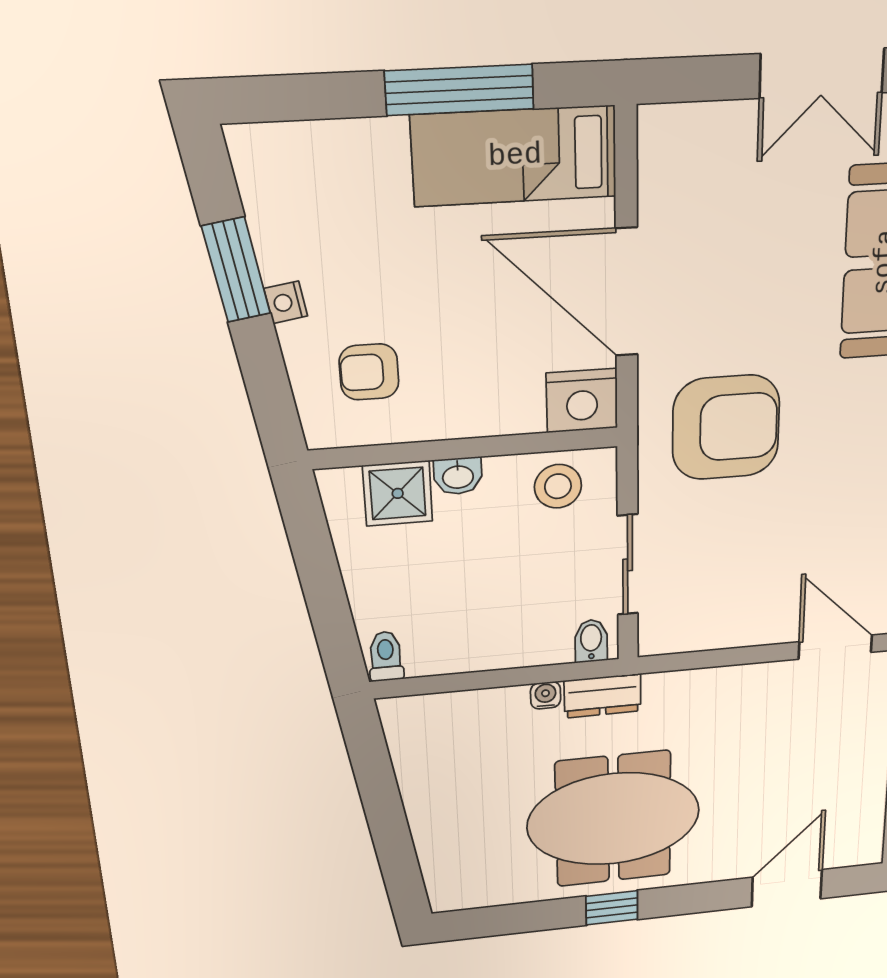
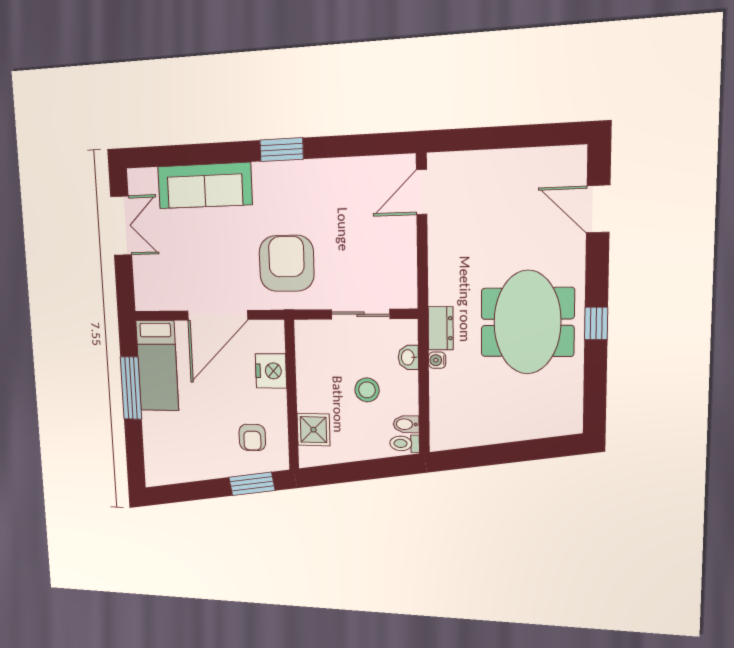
window: (236, 270) -> (252, 484), moved
nightstand: (286, 302) -> (219, 471), removed
nightstand: (582, 401) -> (271, 371), moved
washbasin: (458, 476) -> (408, 357), moved, turned 180
stool: (558, 486) -> (367, 390), moved
bidet: (591, 641) -> (406, 424), moved

